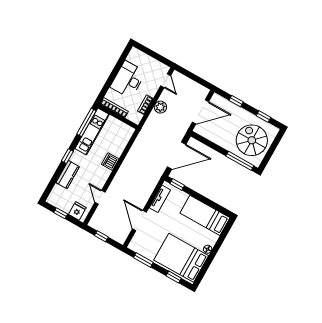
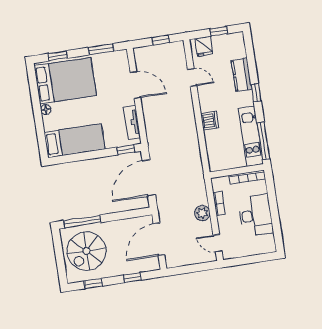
spiral stairs: (252, 140) -> (86, 251), turned 90

